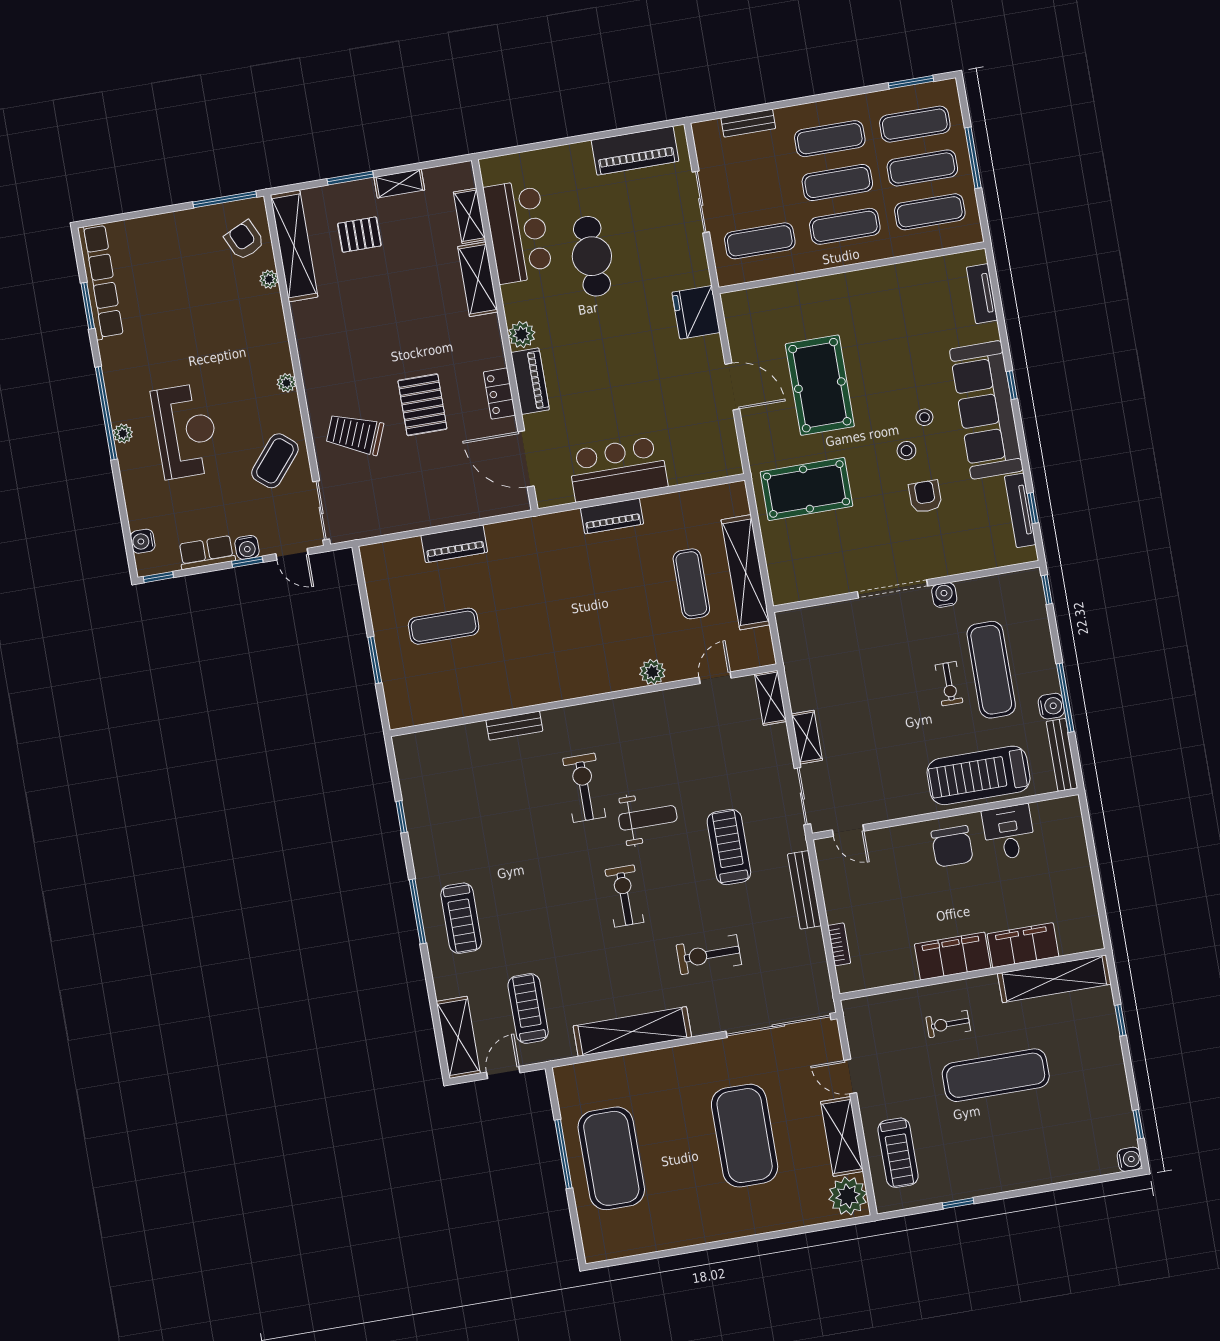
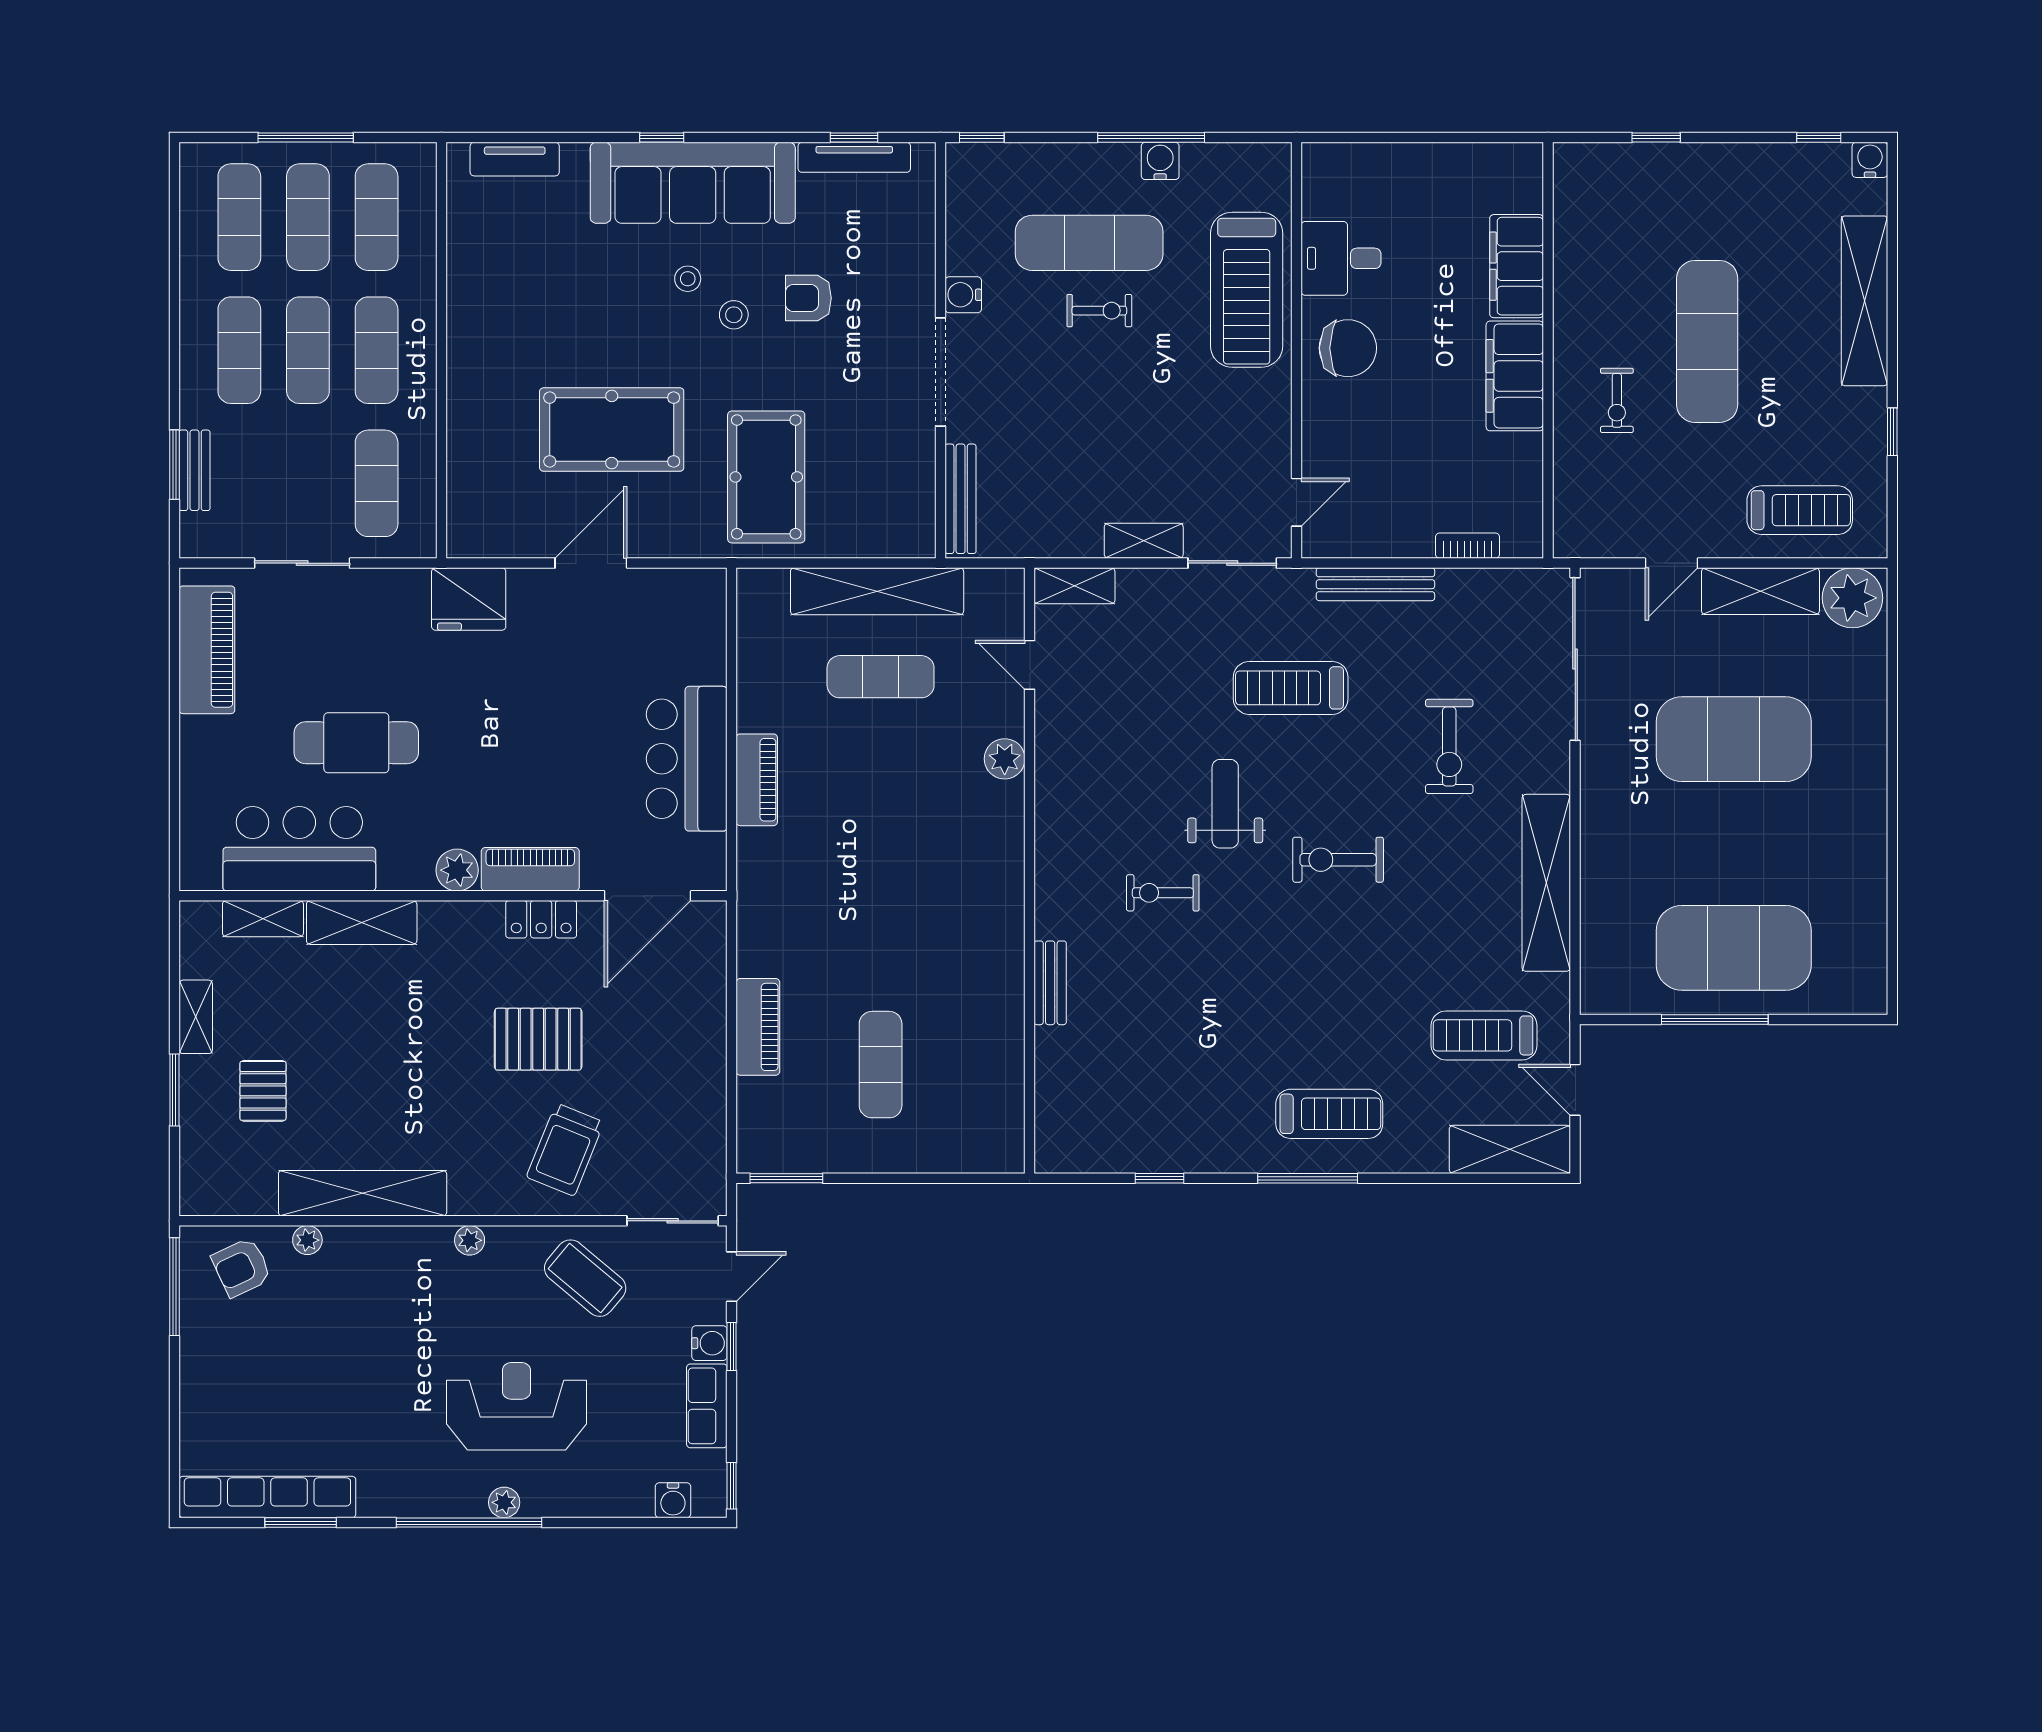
window: (911, 82) -> (174, 465), moved
shelving: (294, 246) -> (363, 1193), moved
window: (375, 660) -> (786, 1178), moved
bench: (1062, 755) -> (961, 499), moved, turned 90
exercise bike: (584, 788) -> (1163, 893), width x0.73, depth x0.72
shelving: (1054, 979) -> (1864, 301), moved

